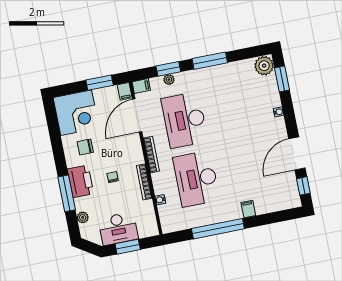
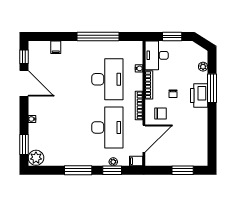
window: (100, 83) -> (183, 170), moved
filing cabinet: (125, 91) -> (150, 160), removed
corner desk: (76, 113) -> (192, 150), removed
chair: (85, 147) -> (161, 114), moved
door: (297, 153) -> (24, 83), hinge flipped
filing cabinet: (248, 209) -> (56, 47), moved
desk: (118, 229) -> (157, 55), moved, turned -90

